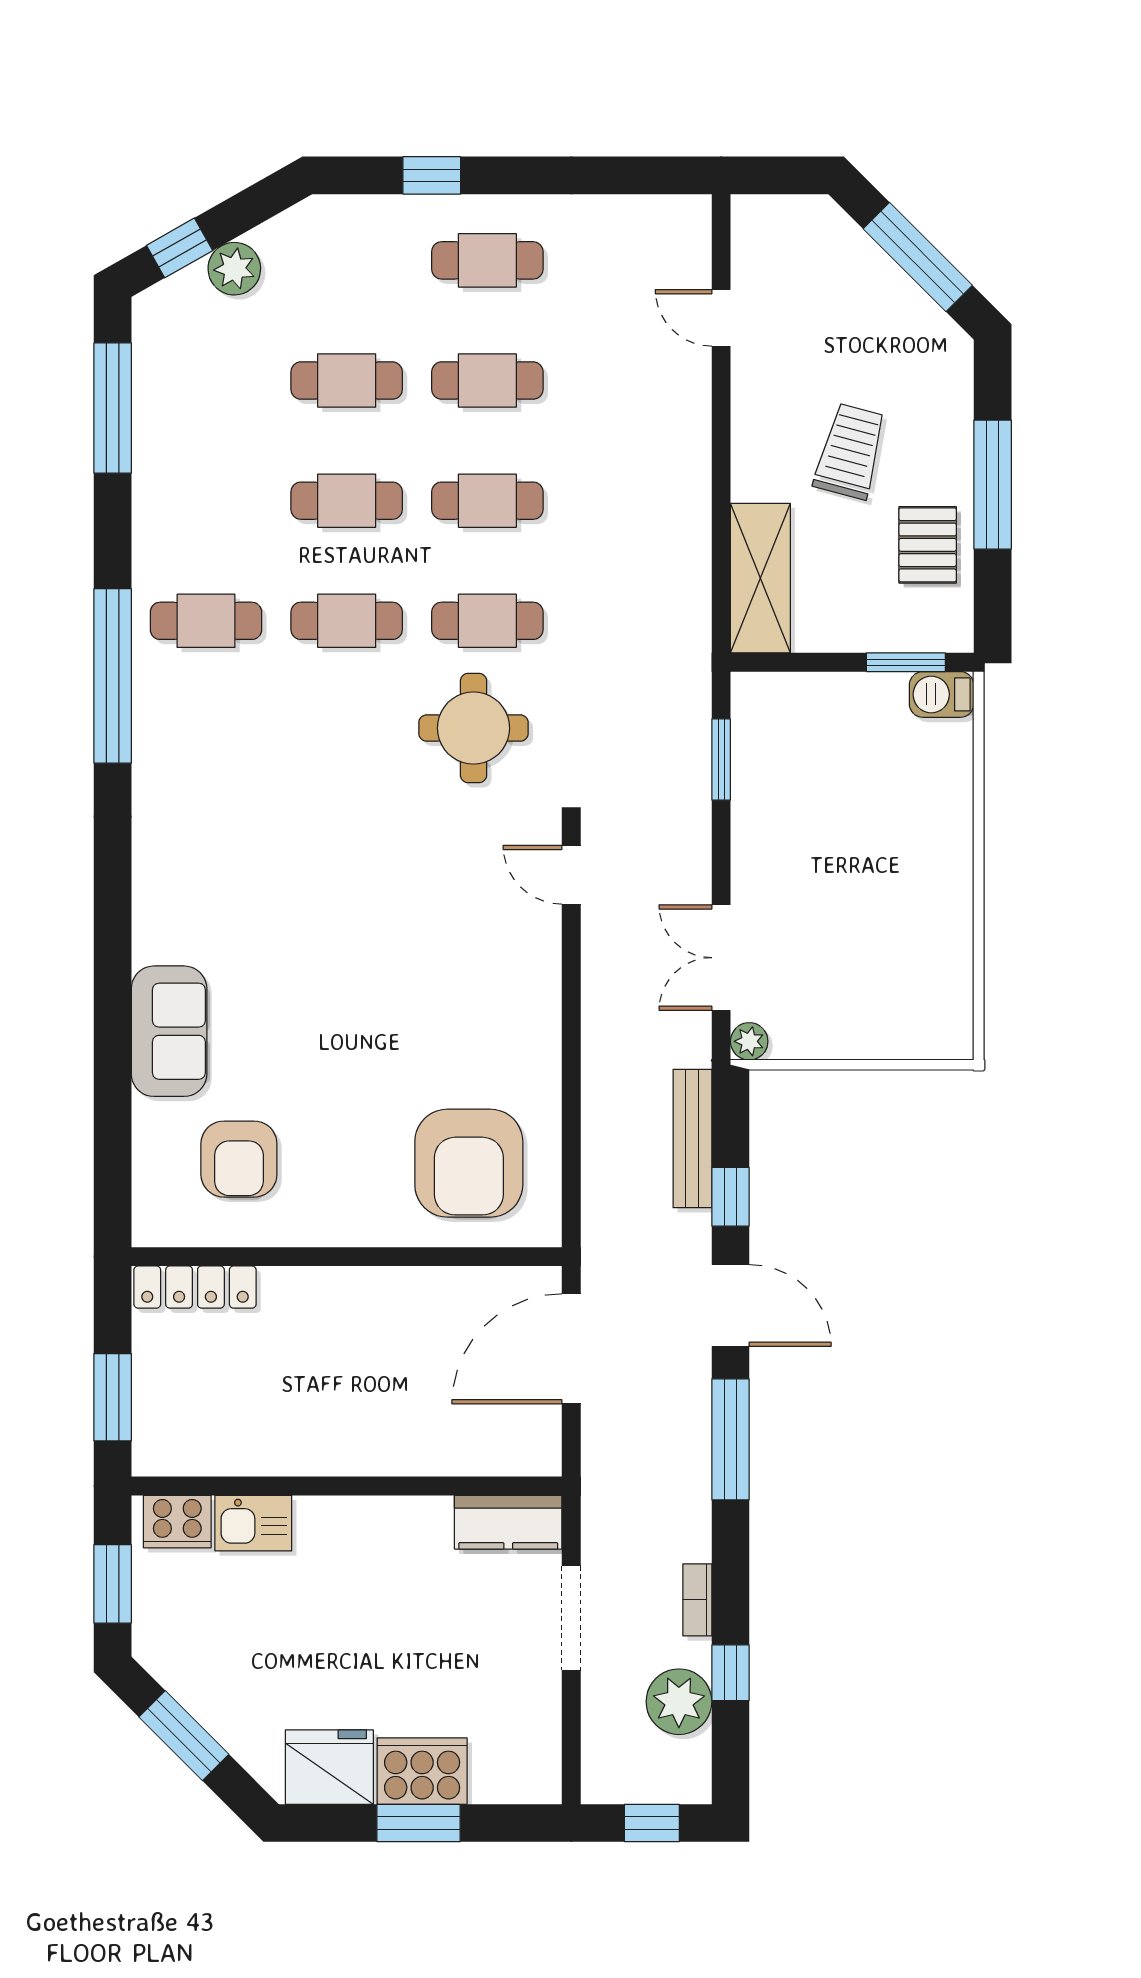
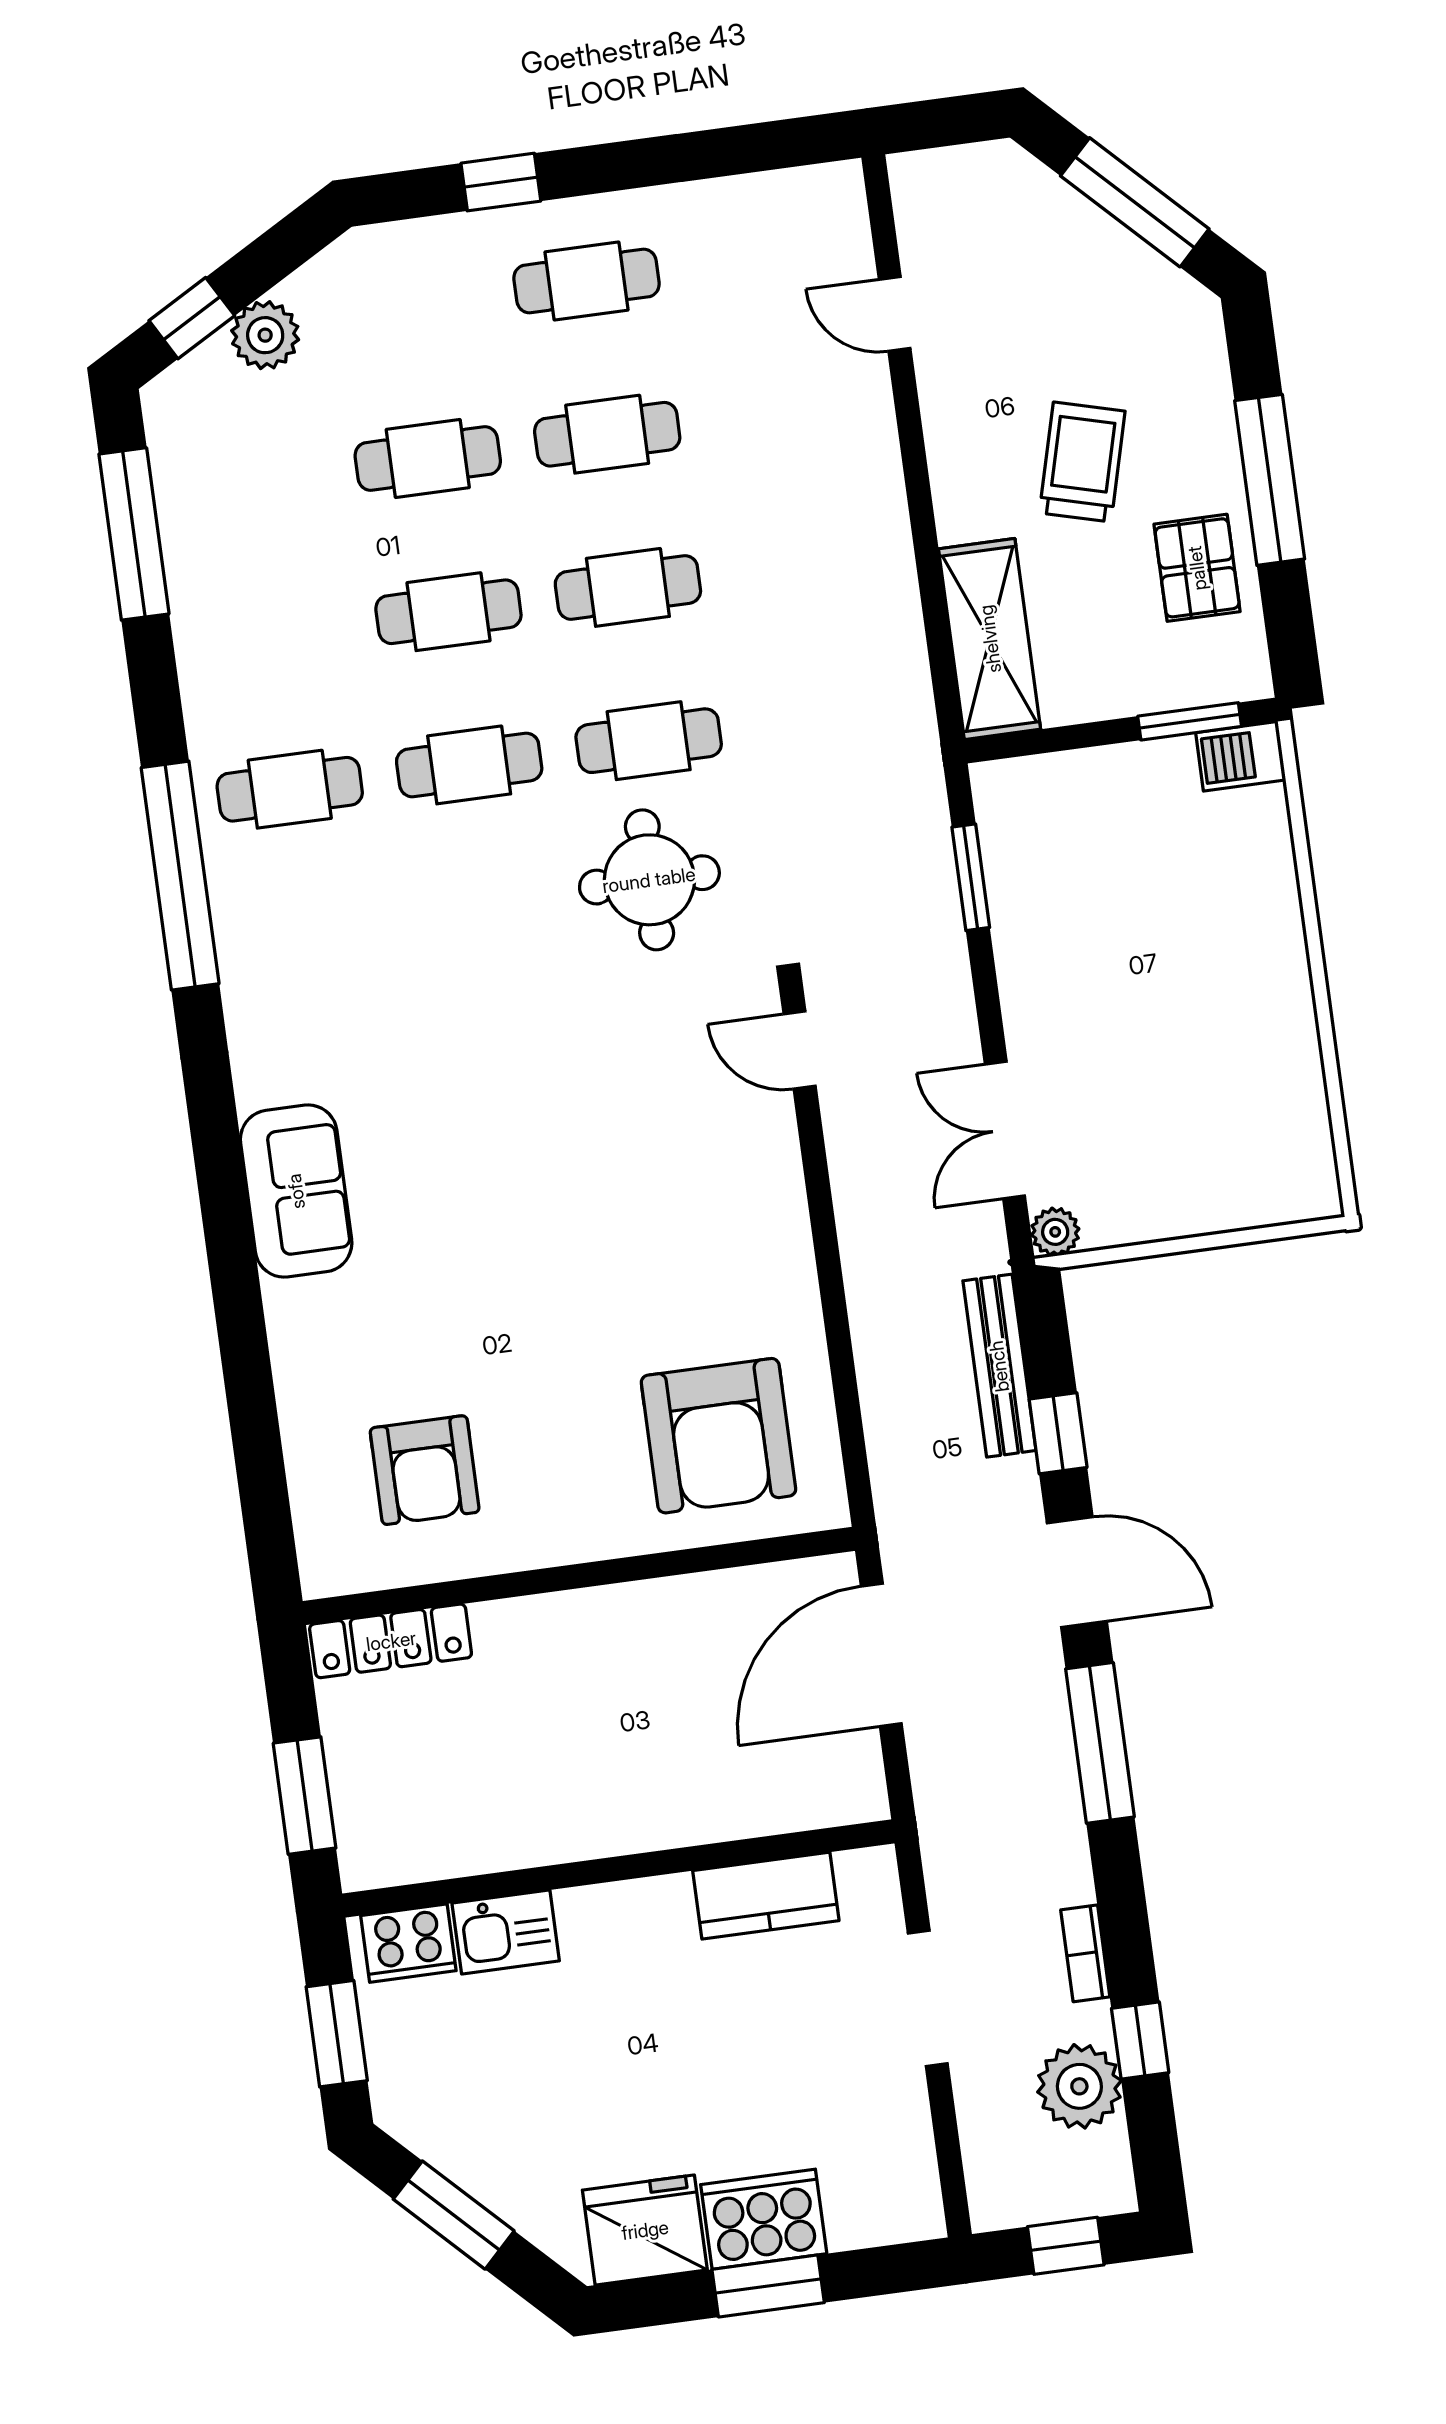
sofa: (169, 1031) -> (296, 1191), moved
kitchen counter: (508, 1522) -> (766, 1896), moved

